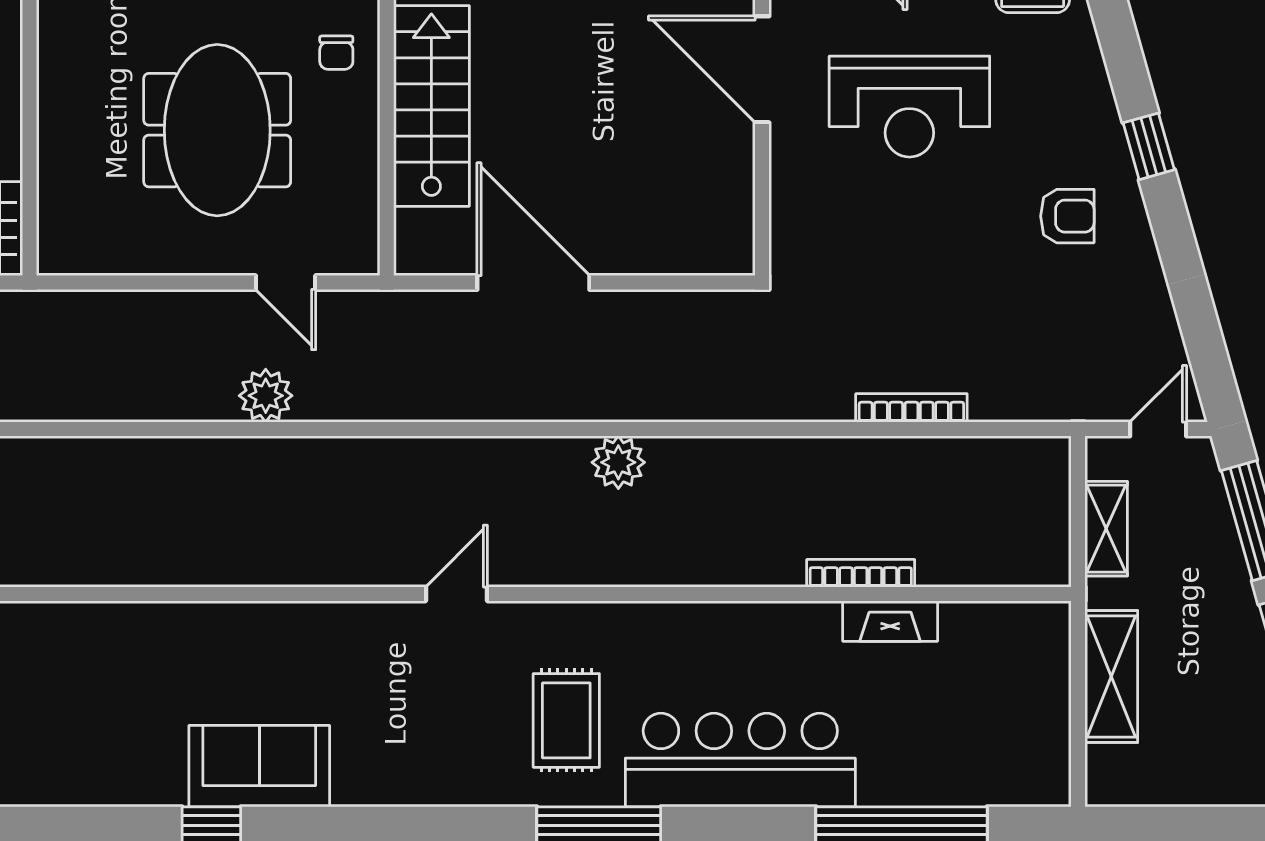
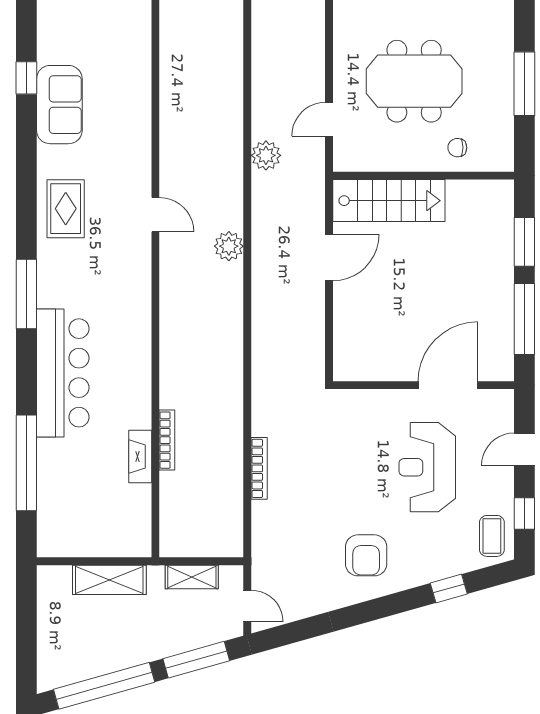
stairs: (431, 106) -> (389, 201), moved
window: (1149, 146) -> (449, 588), moved
armchair: (1067, 216) -> (366, 555), width x1.38, depth x1.38
door: (533, 283) -> (329, 258), width x0.73
plant: (266, 396) -> (266, 155), moved
plant: (618, 462) -> (229, 246), moved
rug: (566, 720) -> (66, 209), moved, turned 90

